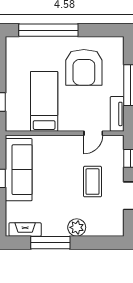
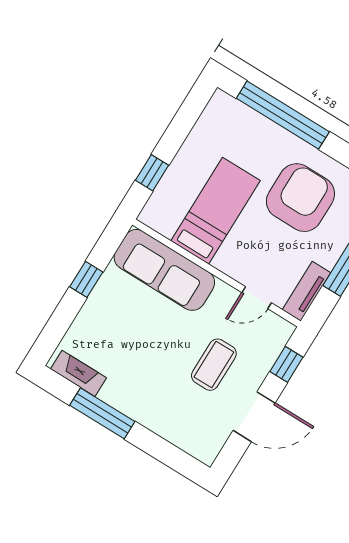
armchair: (84, 67) -> (300, 198), turned 180
sofa: (19, 170) -> (164, 270), moved, turned 90
plant: (77, 227) -> (152, 415), removed

